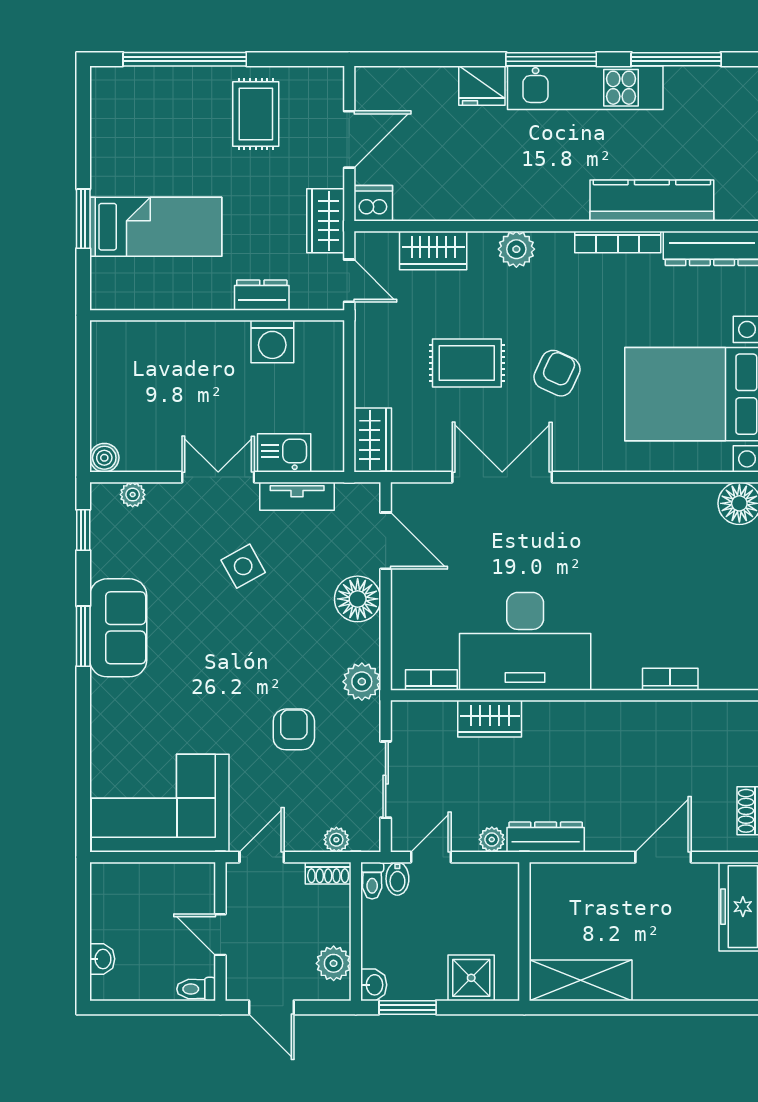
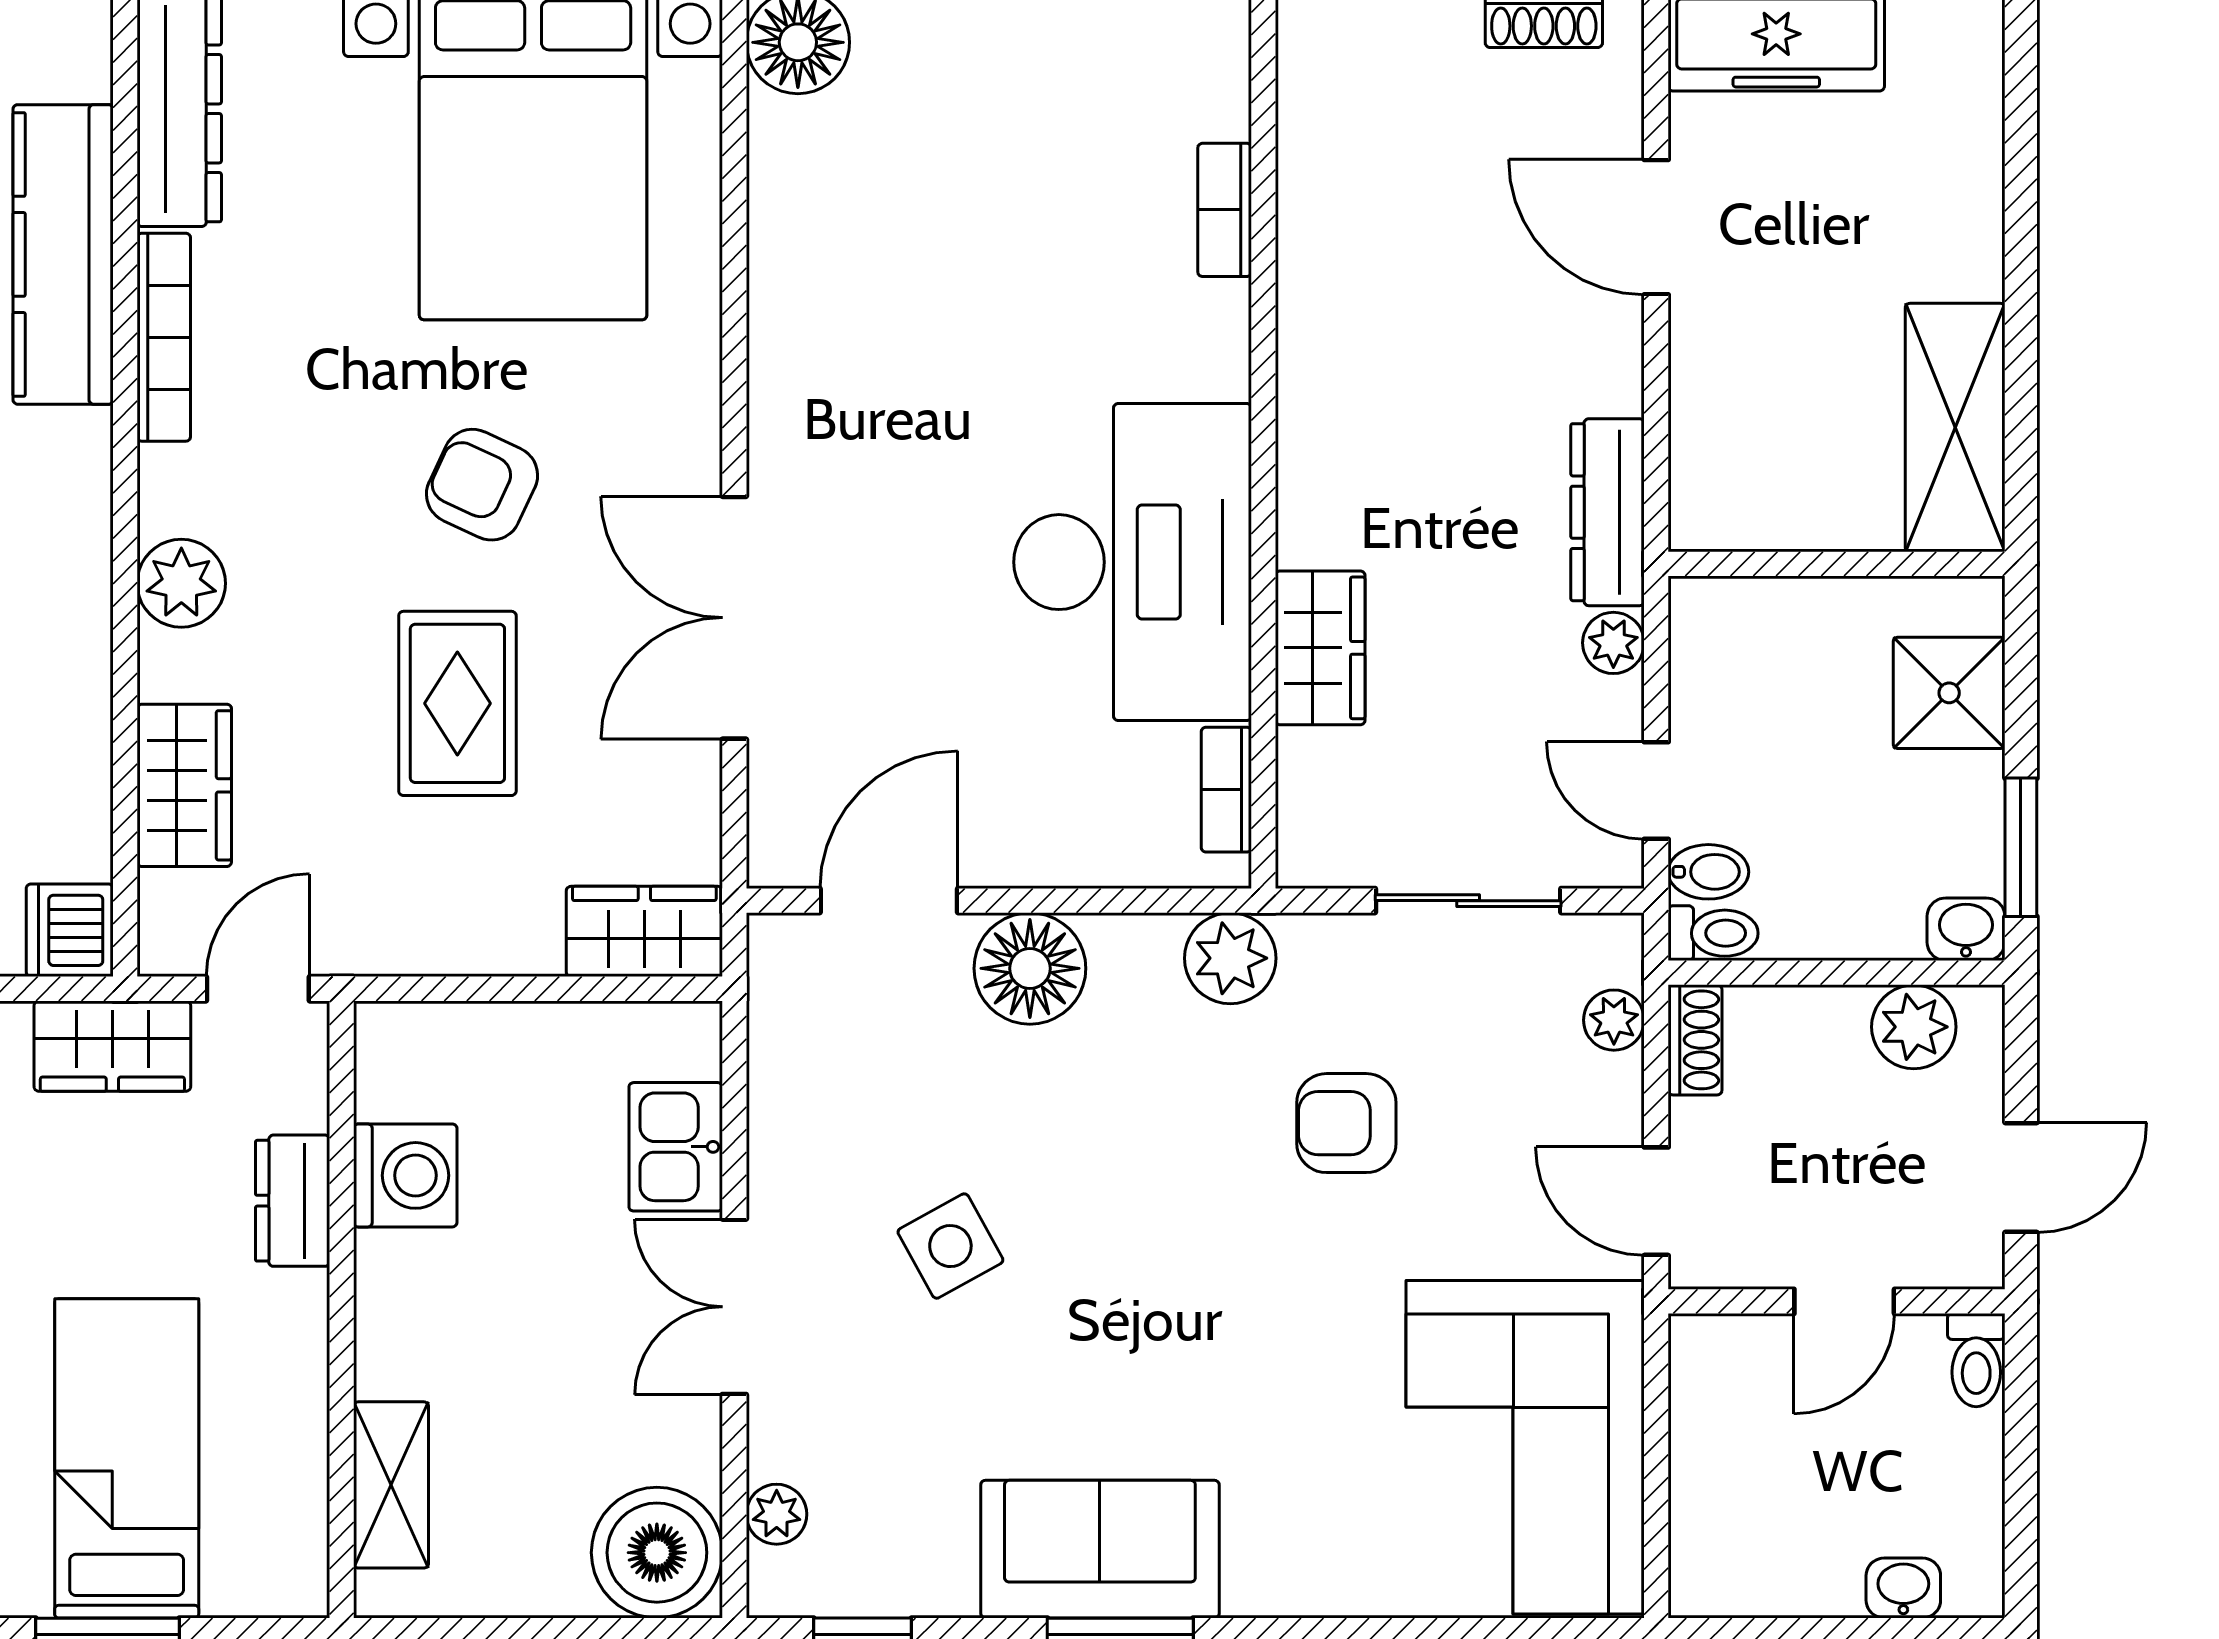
shelving: (145, 336) -> (391, 1485), added
boiler: (104, 458) -> (657, 1553), width x1.86, depth x1.86
tv unit: (297, 496) -> (781, 1115), removed

